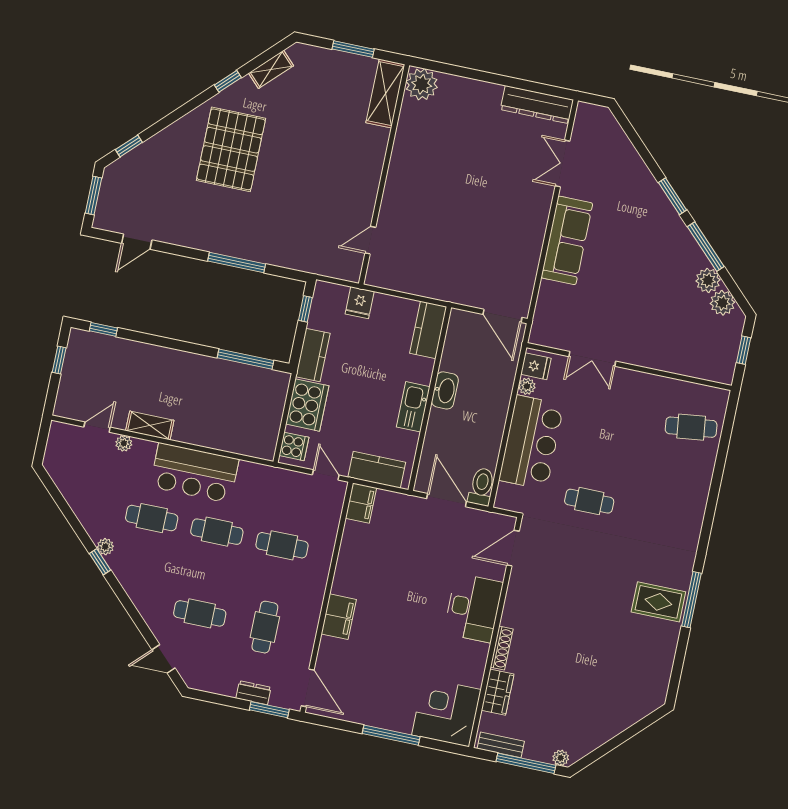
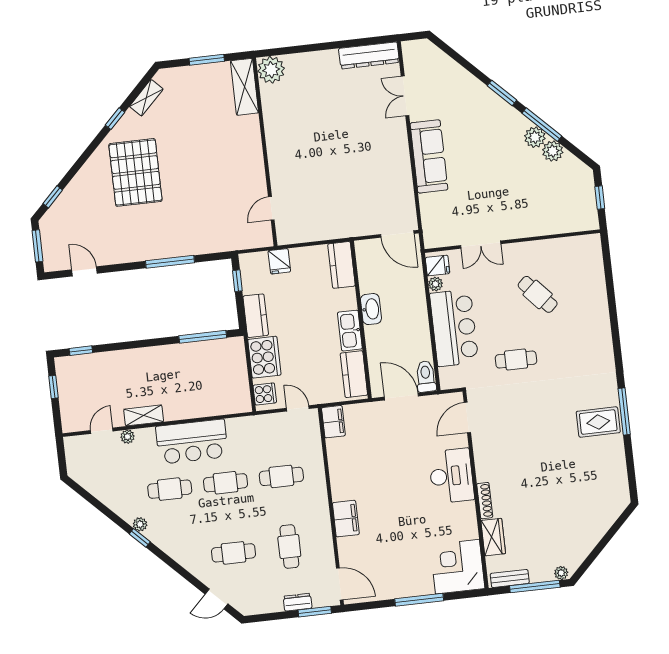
door: (137, 242) -> (84, 271), swing flipped
plant: (722, 303) -> (535, 137), moved
cafe table: (691, 427) -> (538, 294), moved, turned 55
kitchen counter: (377, 470) -> (354, 374), moved, turned -90

